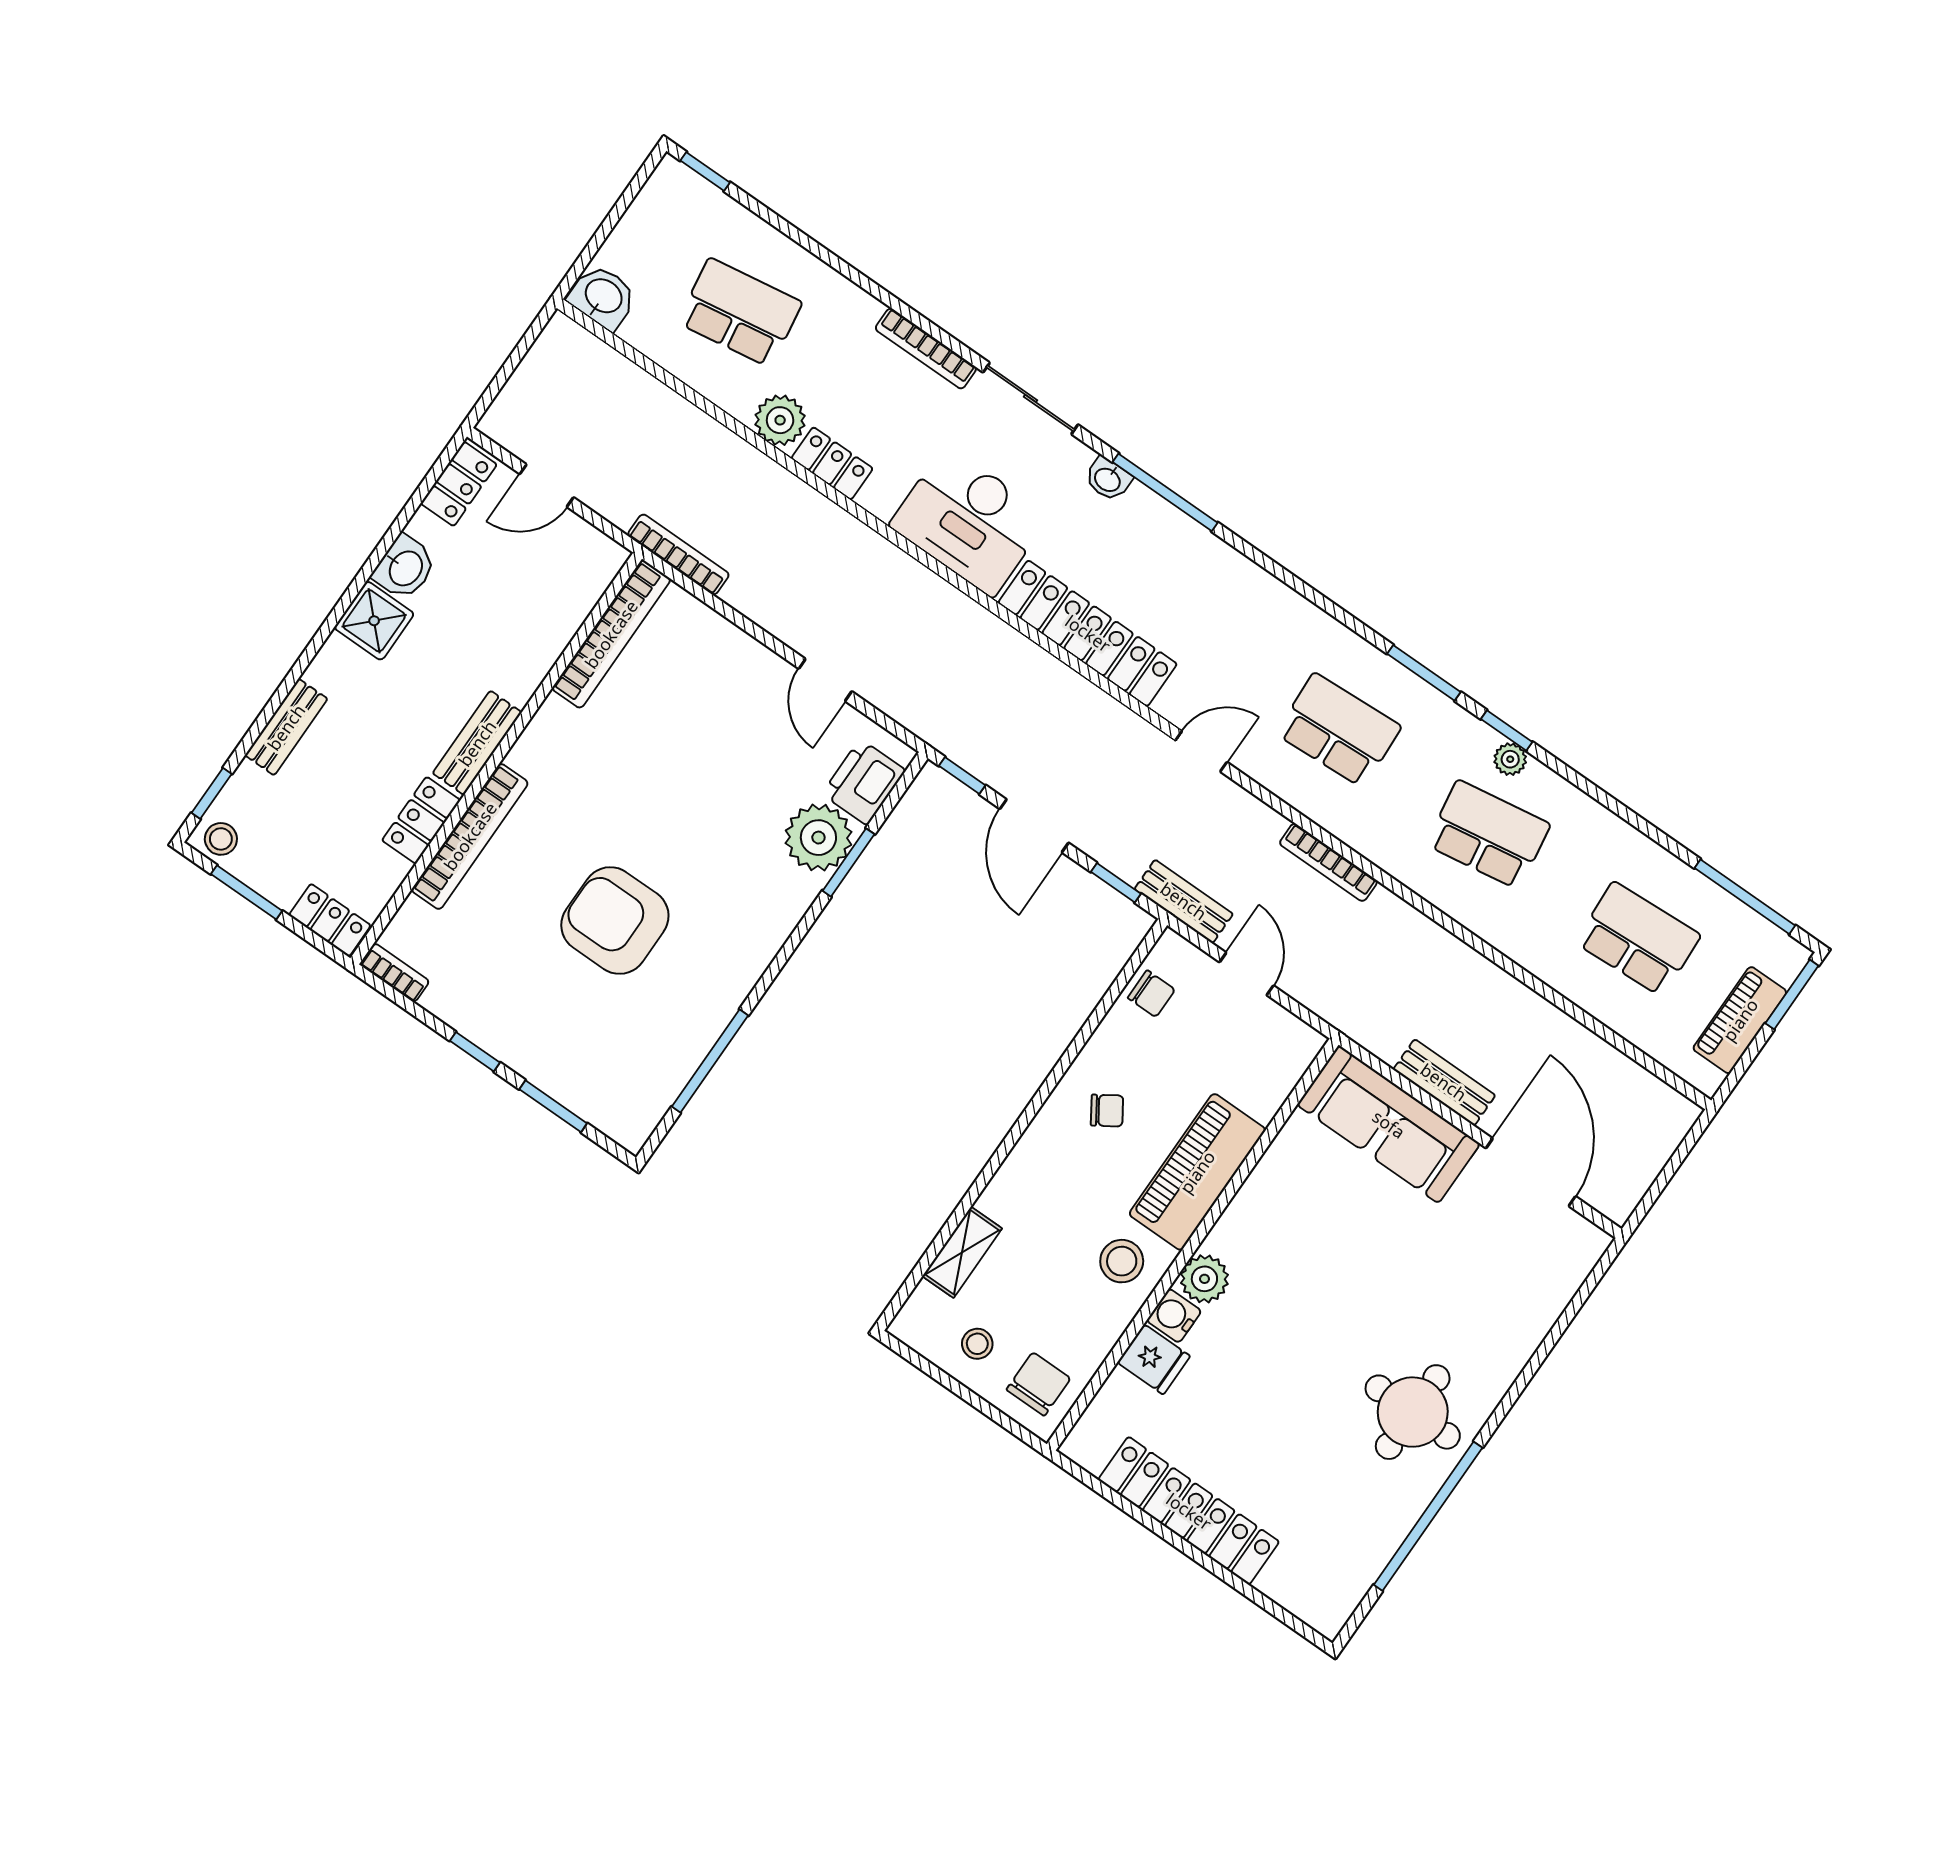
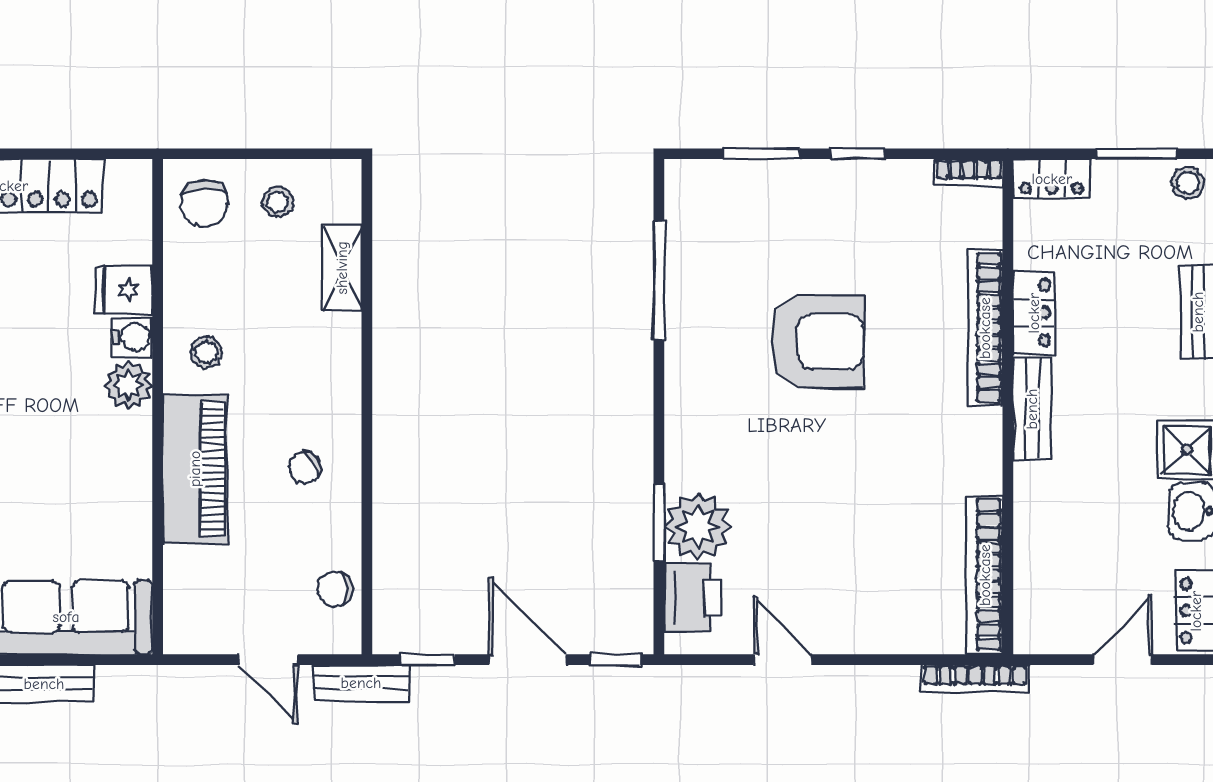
stool: (1122, 1261) -> (206, 352), width x0.73, depth x0.73

